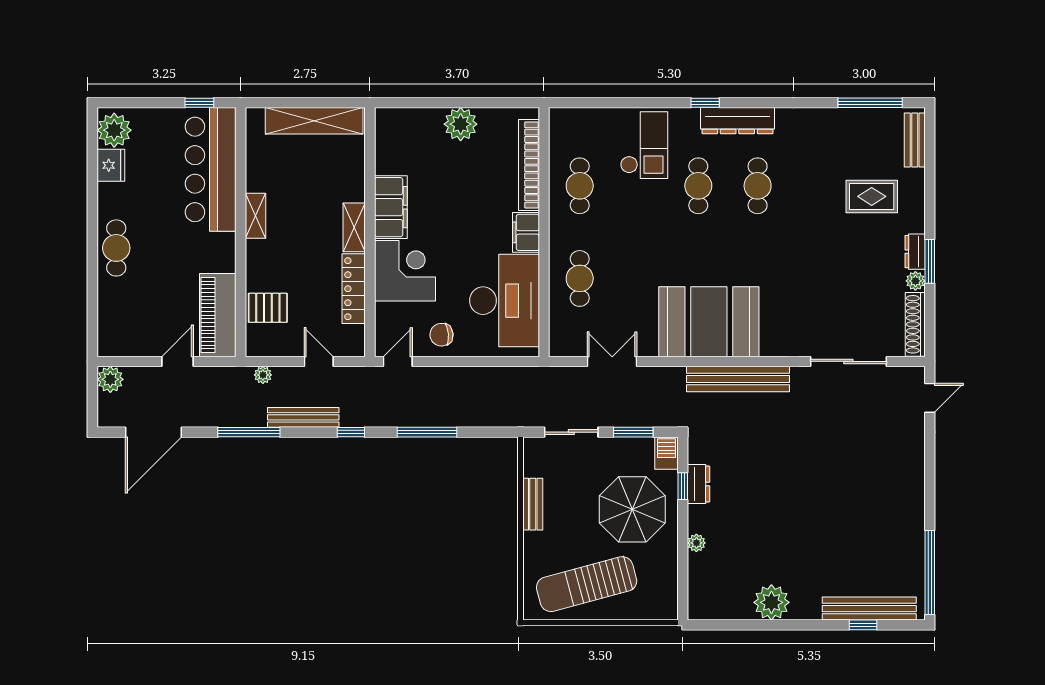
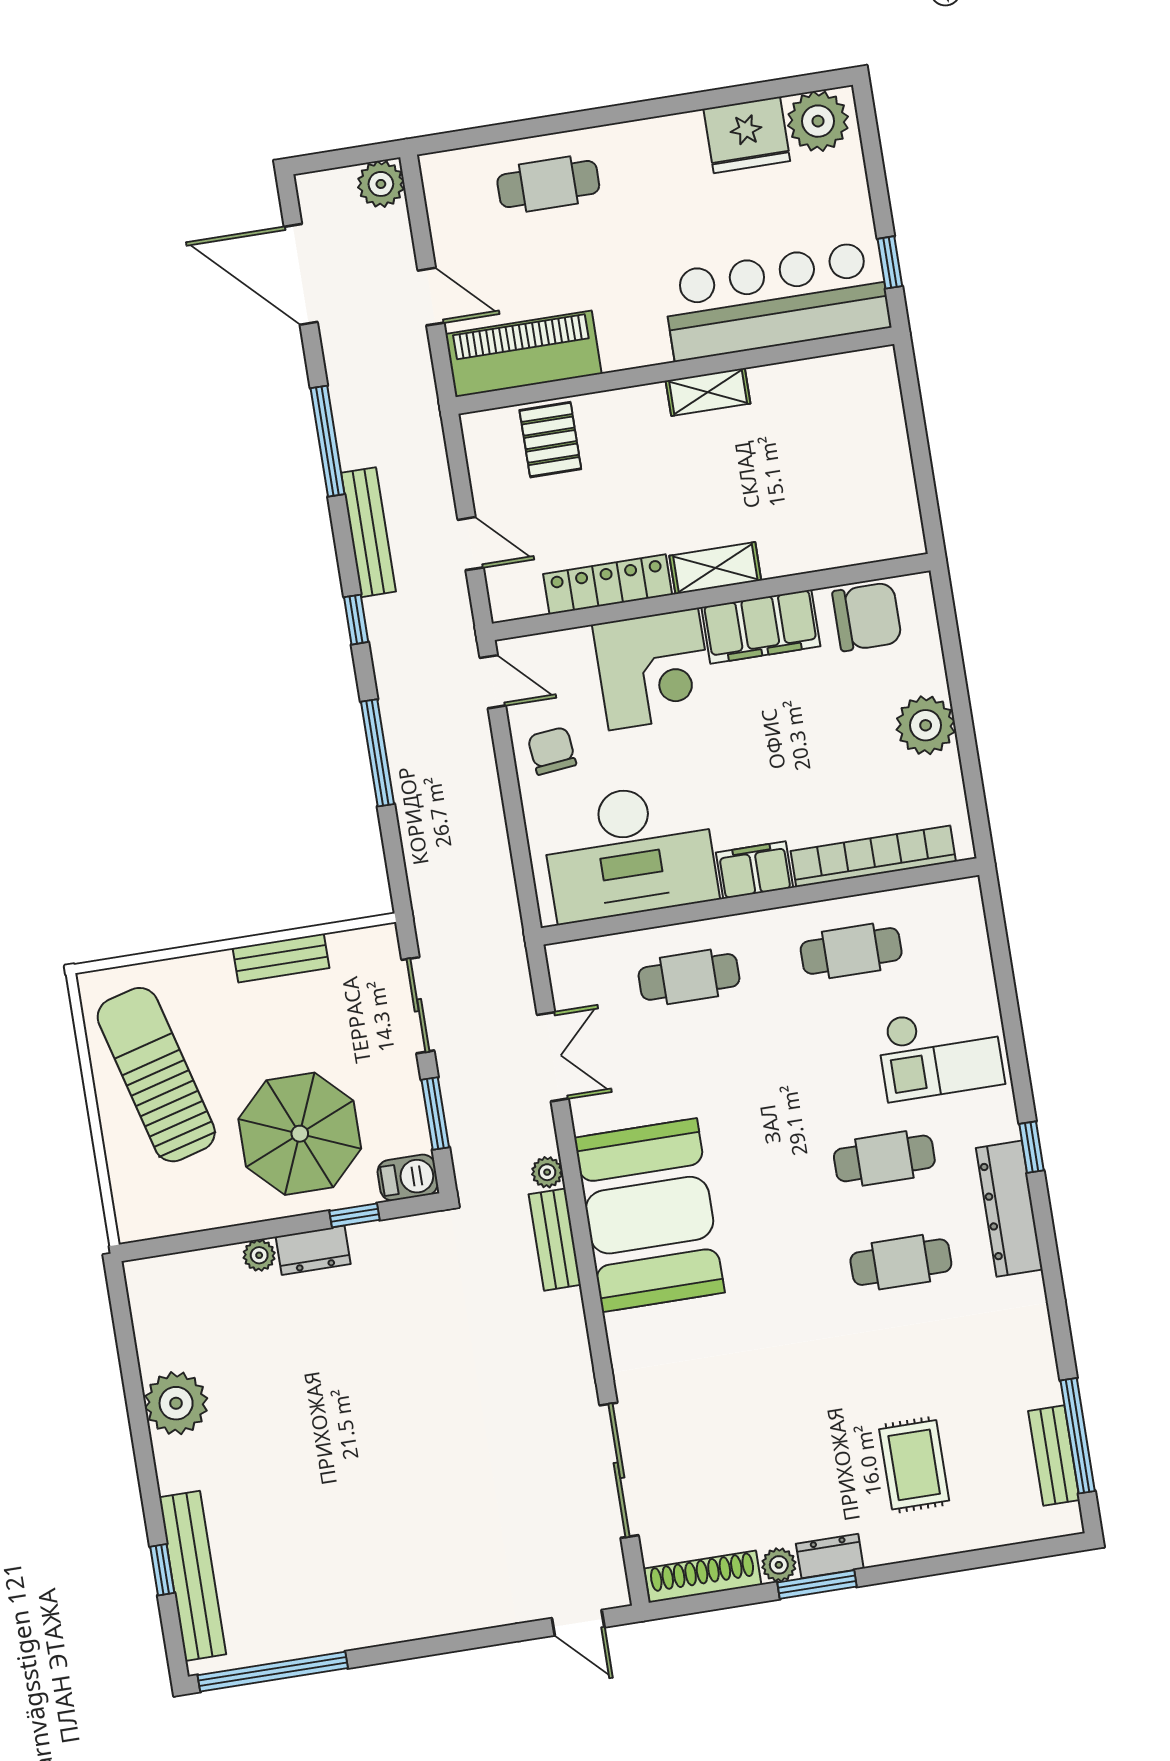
shelving: (314, 121) -> (890, 468), removed
bench: (915, 140) -> (1054, 1456), moved, turned 90
chair: (395, 147) -> (867, 617), added
fridge: (111, 165) -> (747, 135), width x1.36, depth x1.34
cafe table: (116, 248) -> (548, 184), moved
door: (319, 361) -> (471, 544), hinge flipped
plant: (263, 375) -> (547, 1172), moved
bench: (738, 379) -> (555, 1240), width x0.54, depth x0.82
dresser: (698, 484) -> (313, 1250), moved

